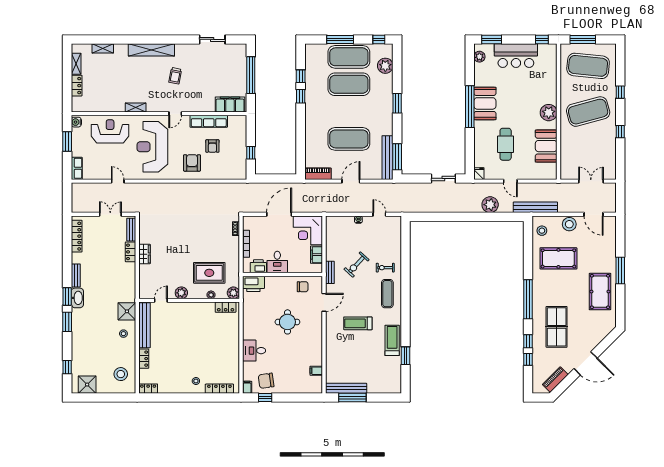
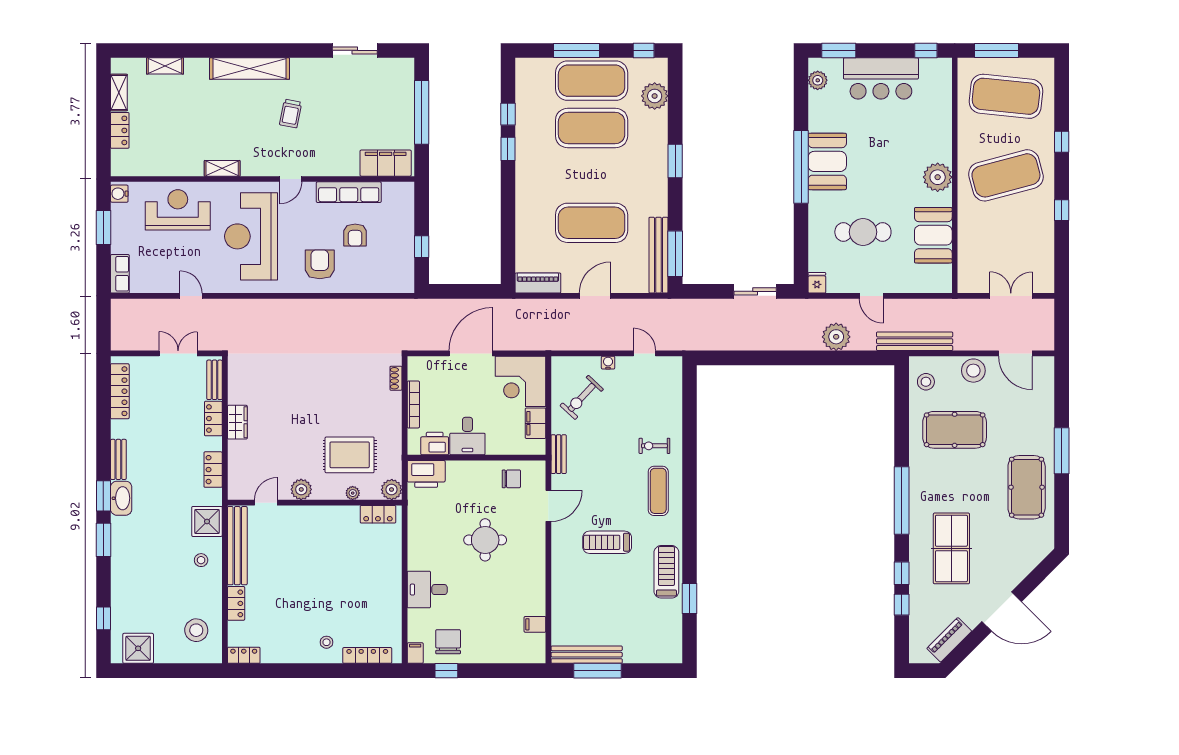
cafe table: (506, 144) -> (863, 232), turned 90
exercise bike: (357, 265) -> (582, 397), moved
locker: (130, 281) -> (213, 470), added
chair: (266, 381) -> (448, 642), turned 98

